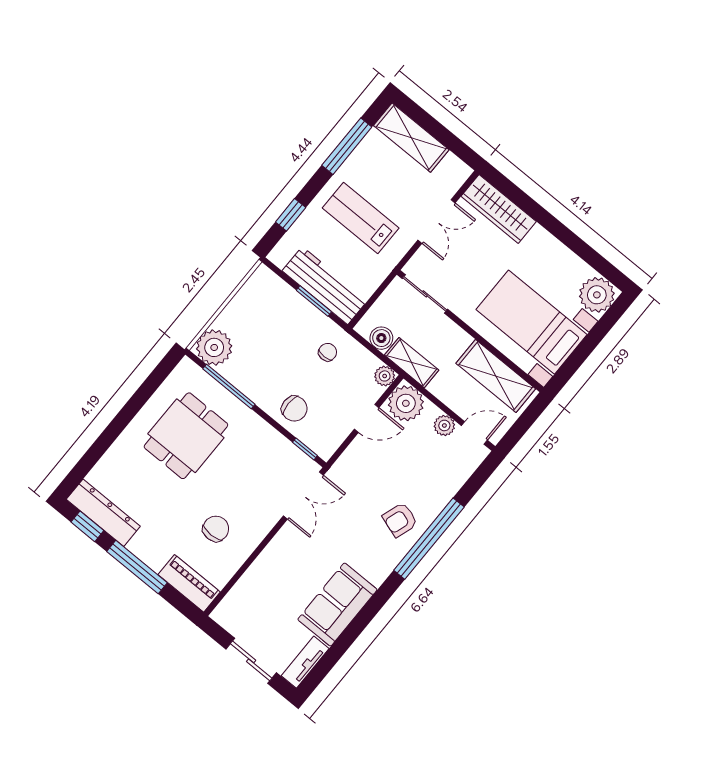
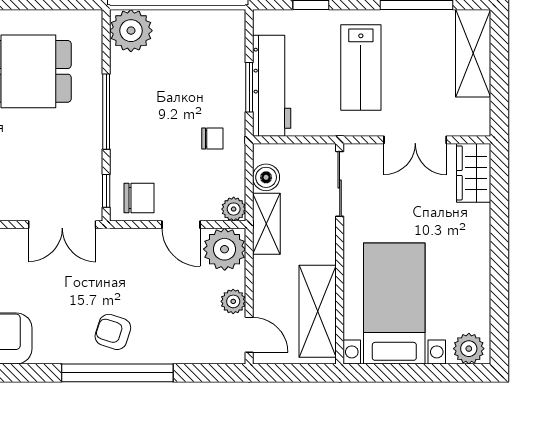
wardrobe: (499, 209) -> (474, 173), width x0.67
lab bench: (361, 218) -> (361, 67), turned 180
plant: (597, 295) -> (469, 349), width x0.73, depth x0.73
window: (229, 387) -> (106, 112), moved
chair: (294, 409) -> (139, 198), moved, turned -90

